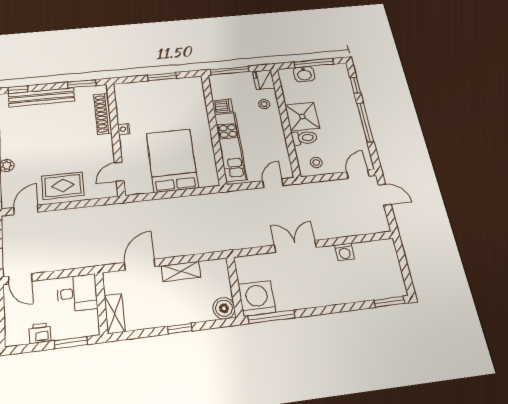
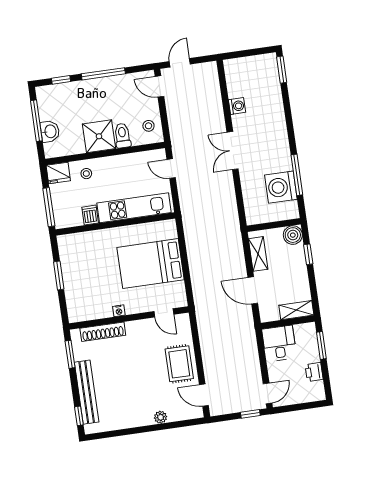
wall: (235, 287) -> (274, 225), moved
boiler: (224, 308) -> (293, 235), moved

